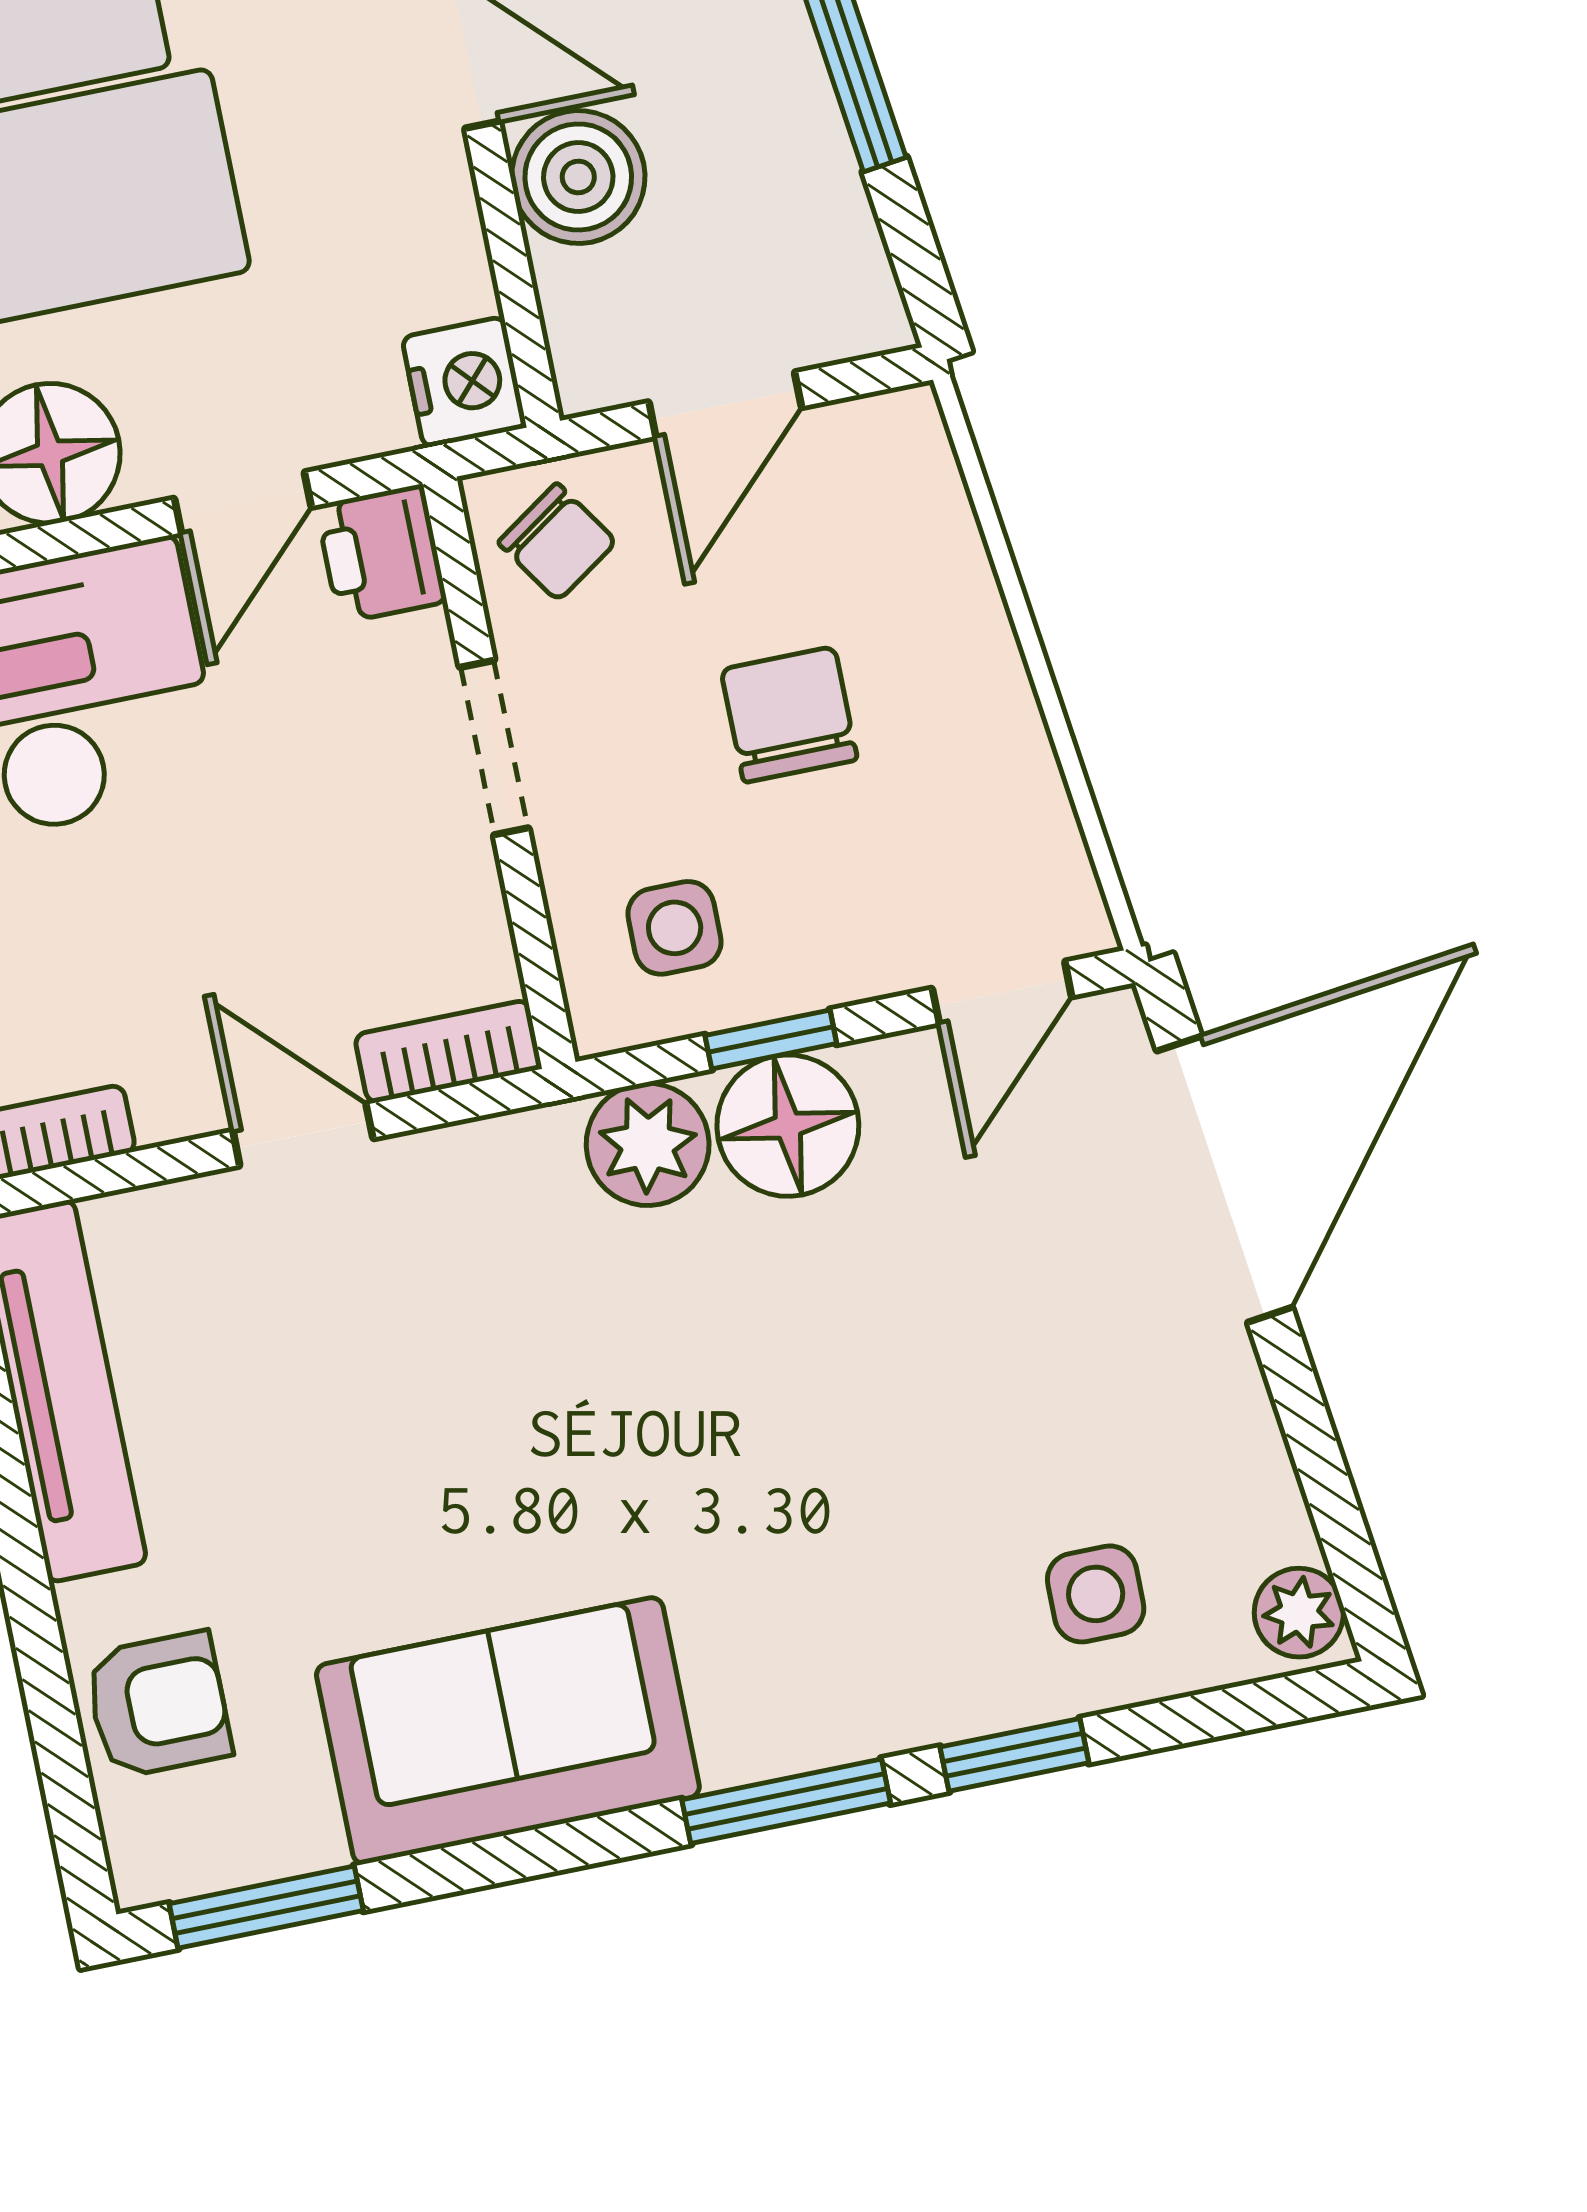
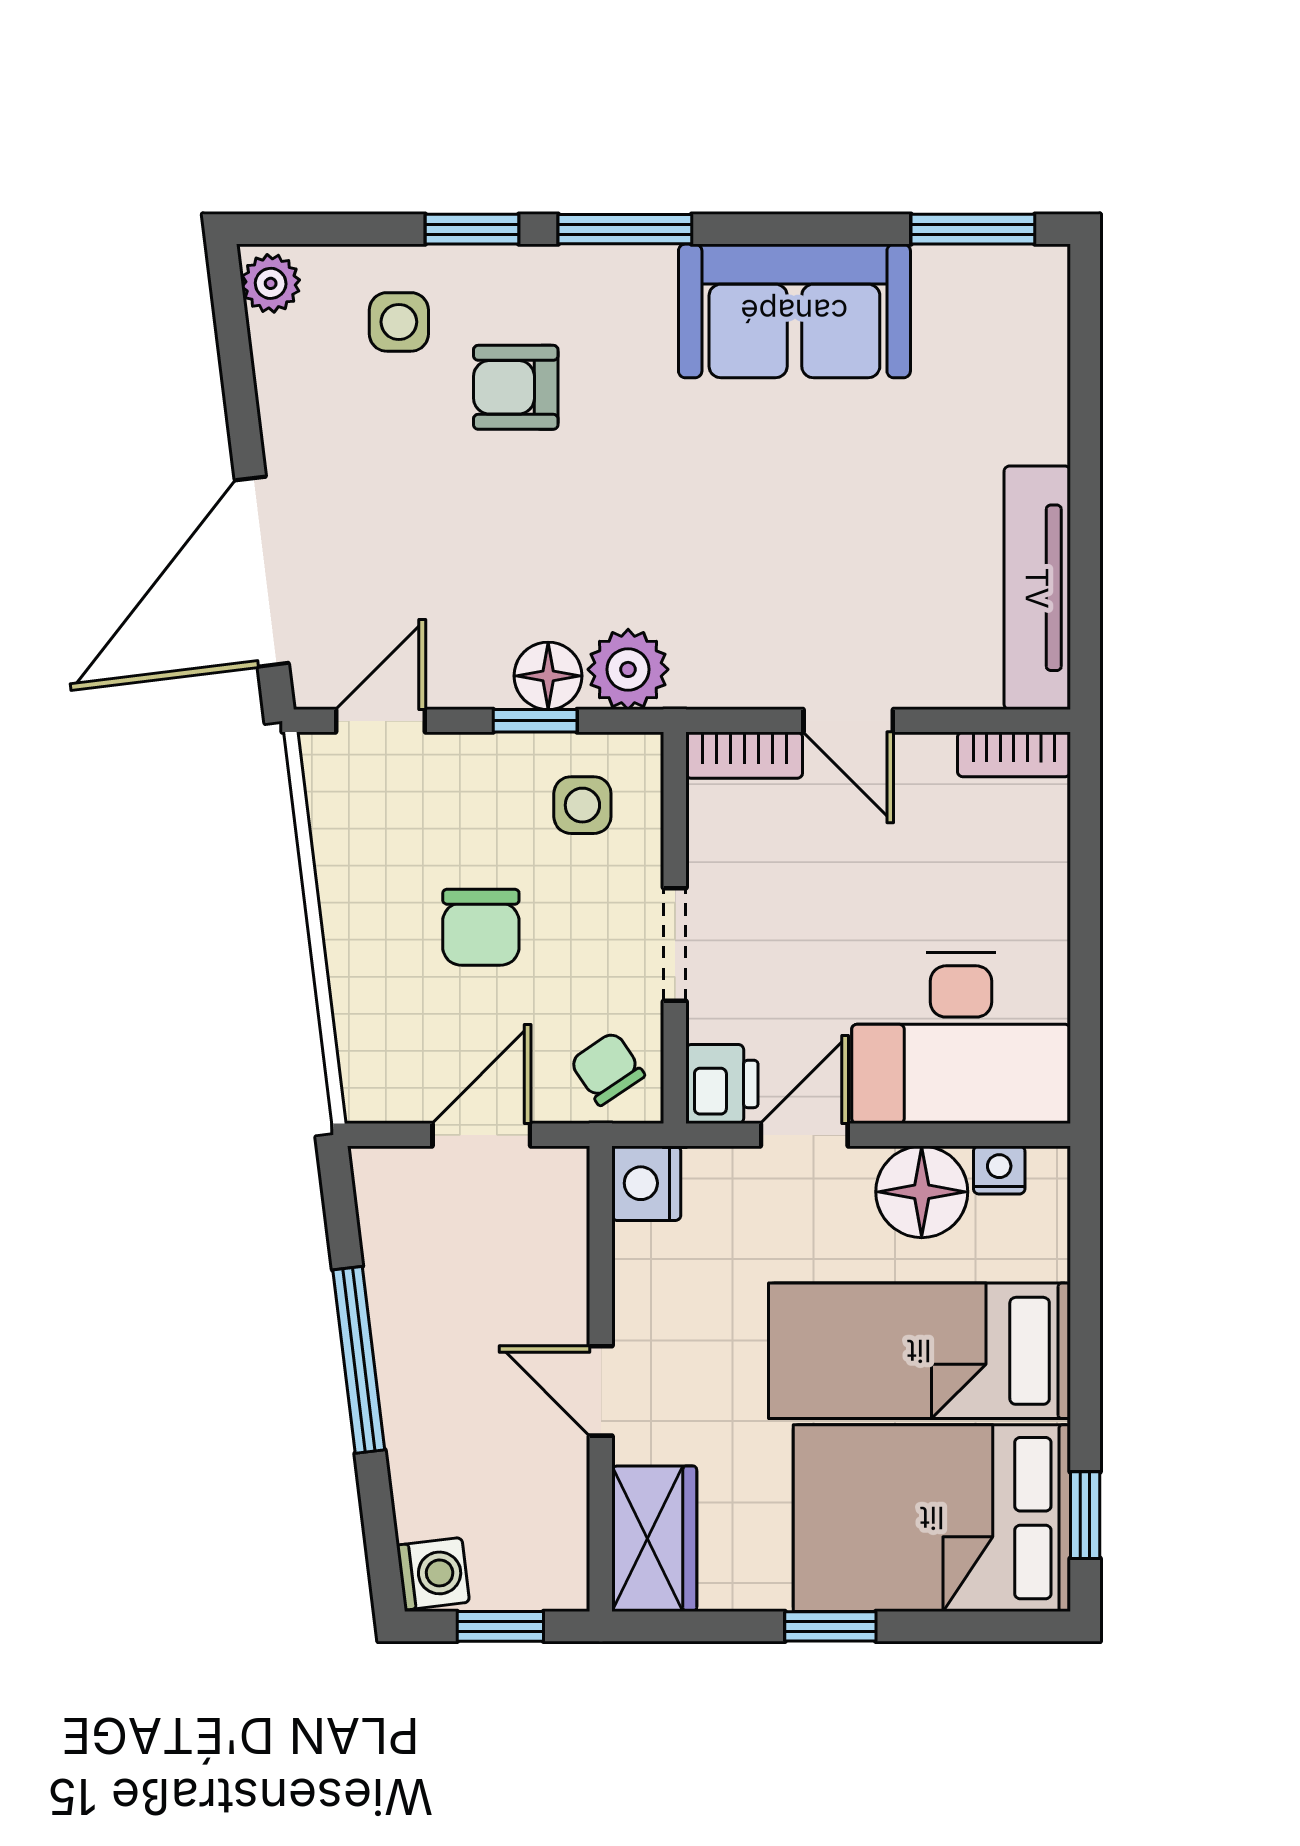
boiler: (578, 177) -> (546, 1300), removed
floor lamp: (788, 1126) -> (548, 676), width x0.73, depth x0.73
armchair: (158, 1705) -> (516, 387), moved

